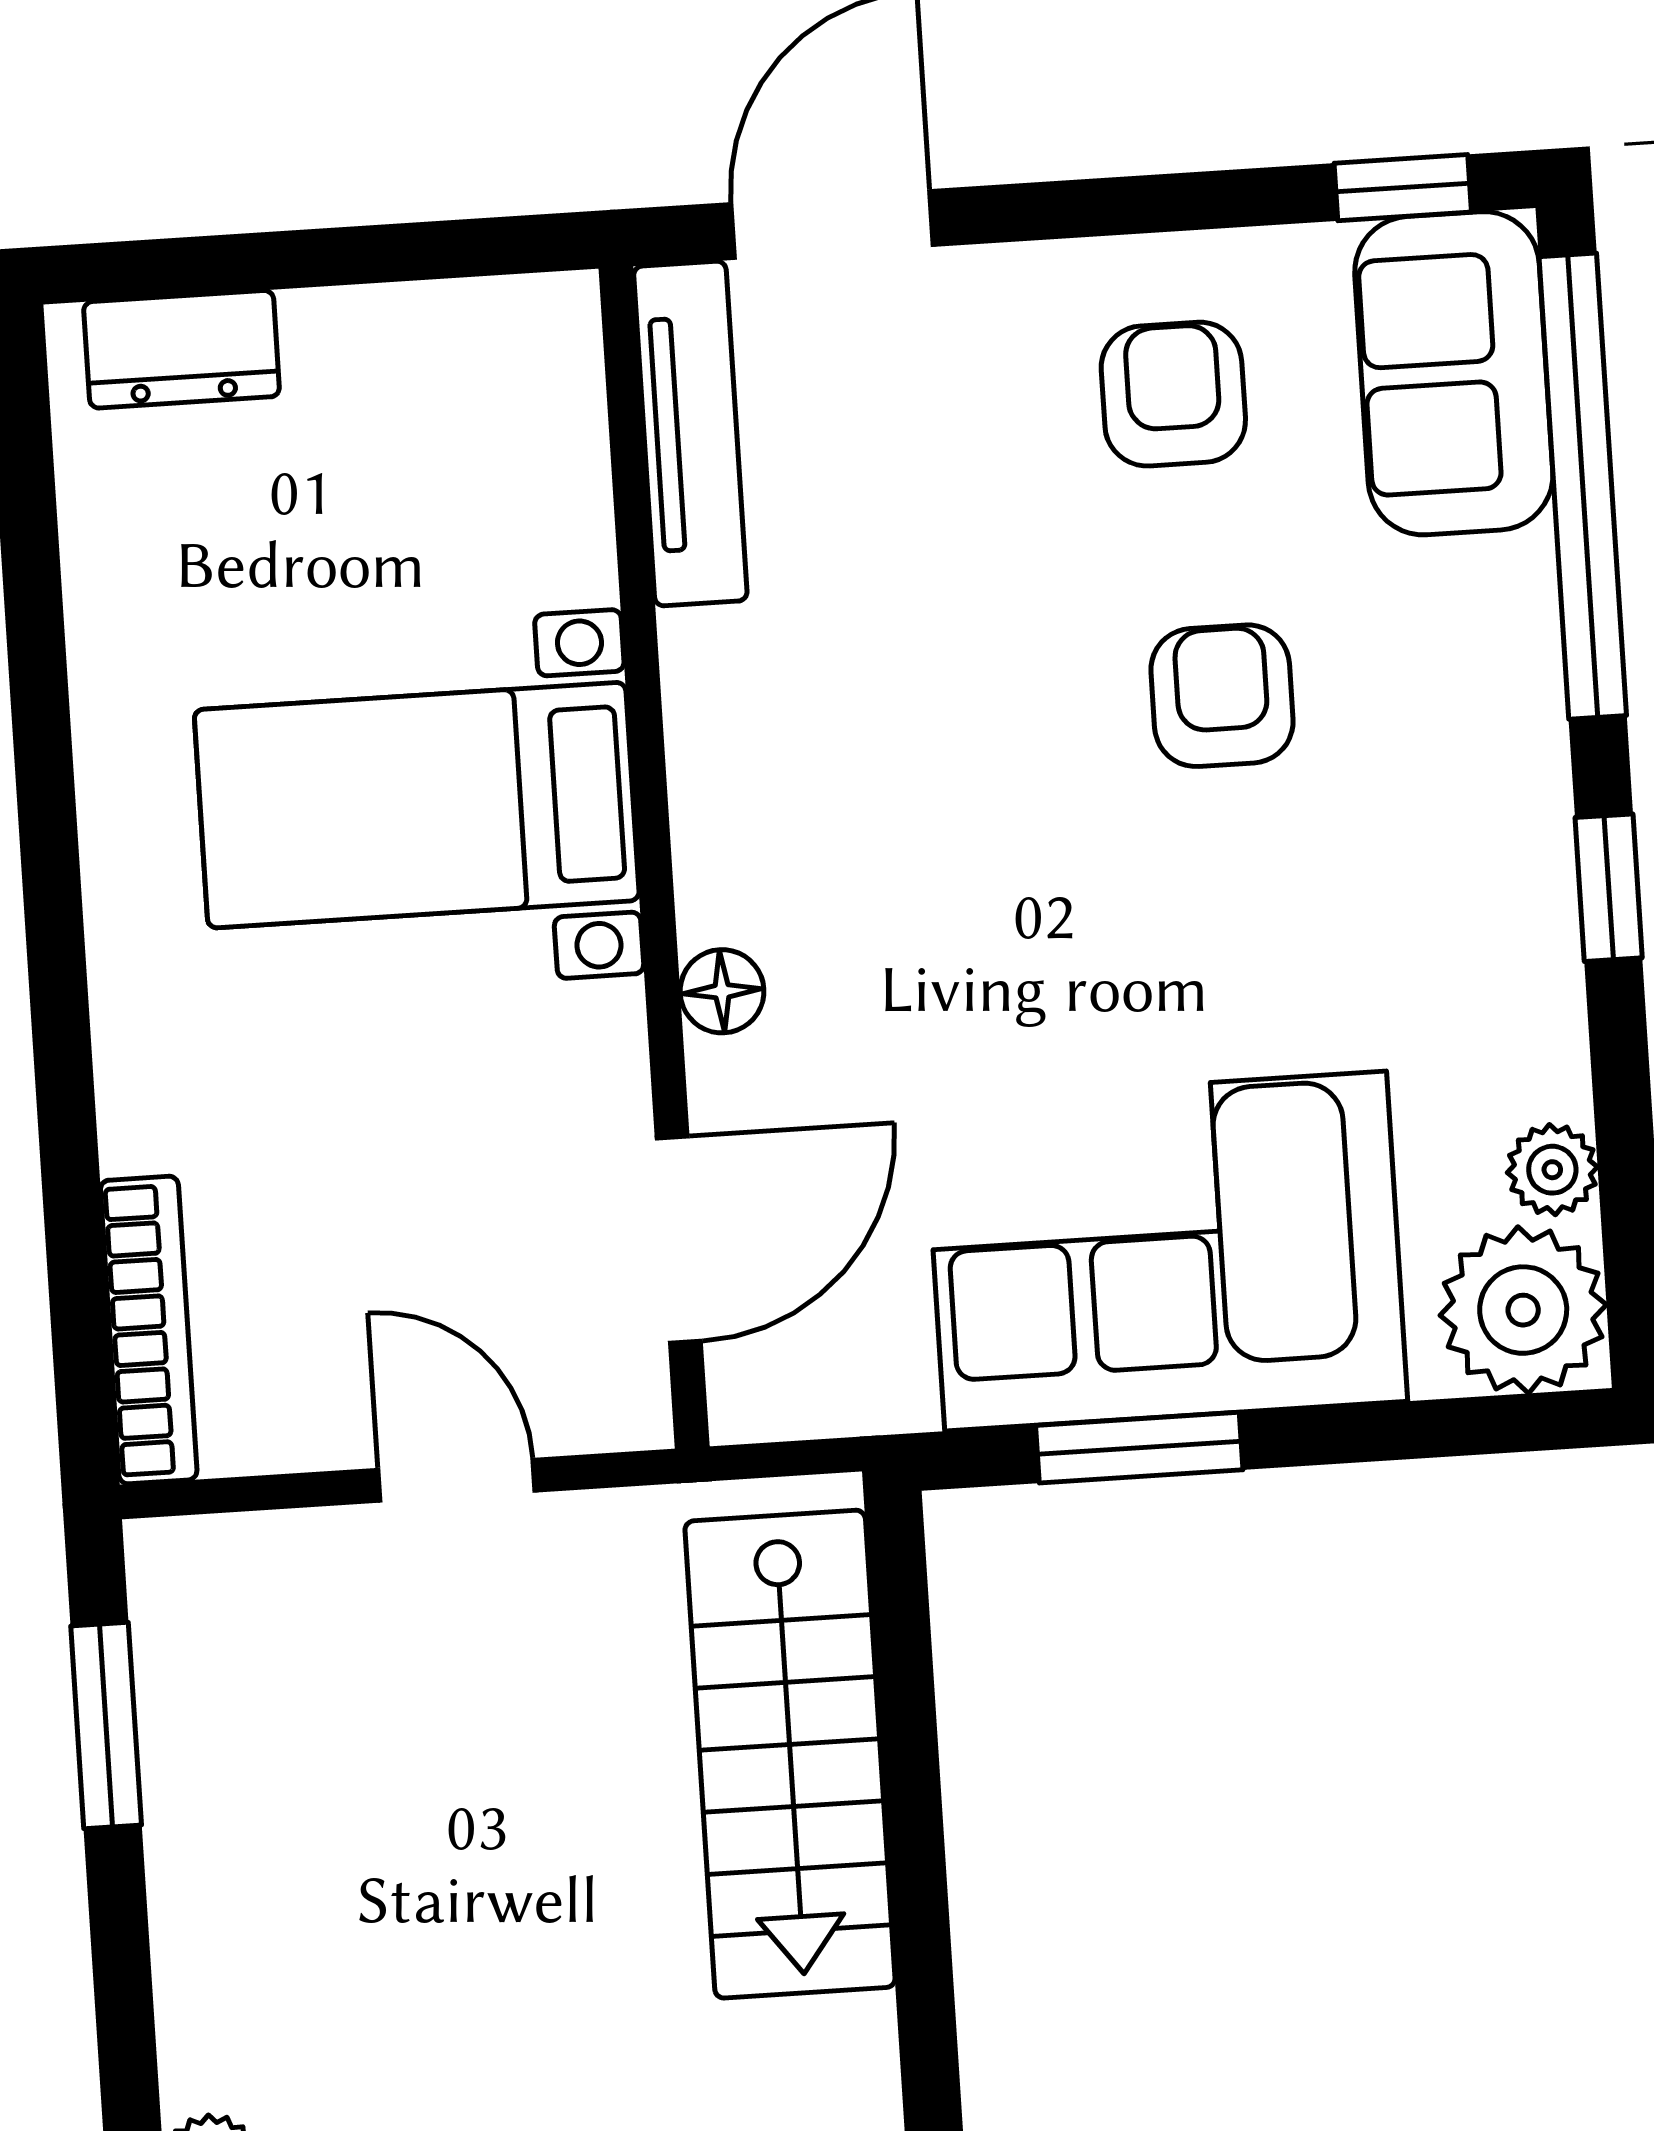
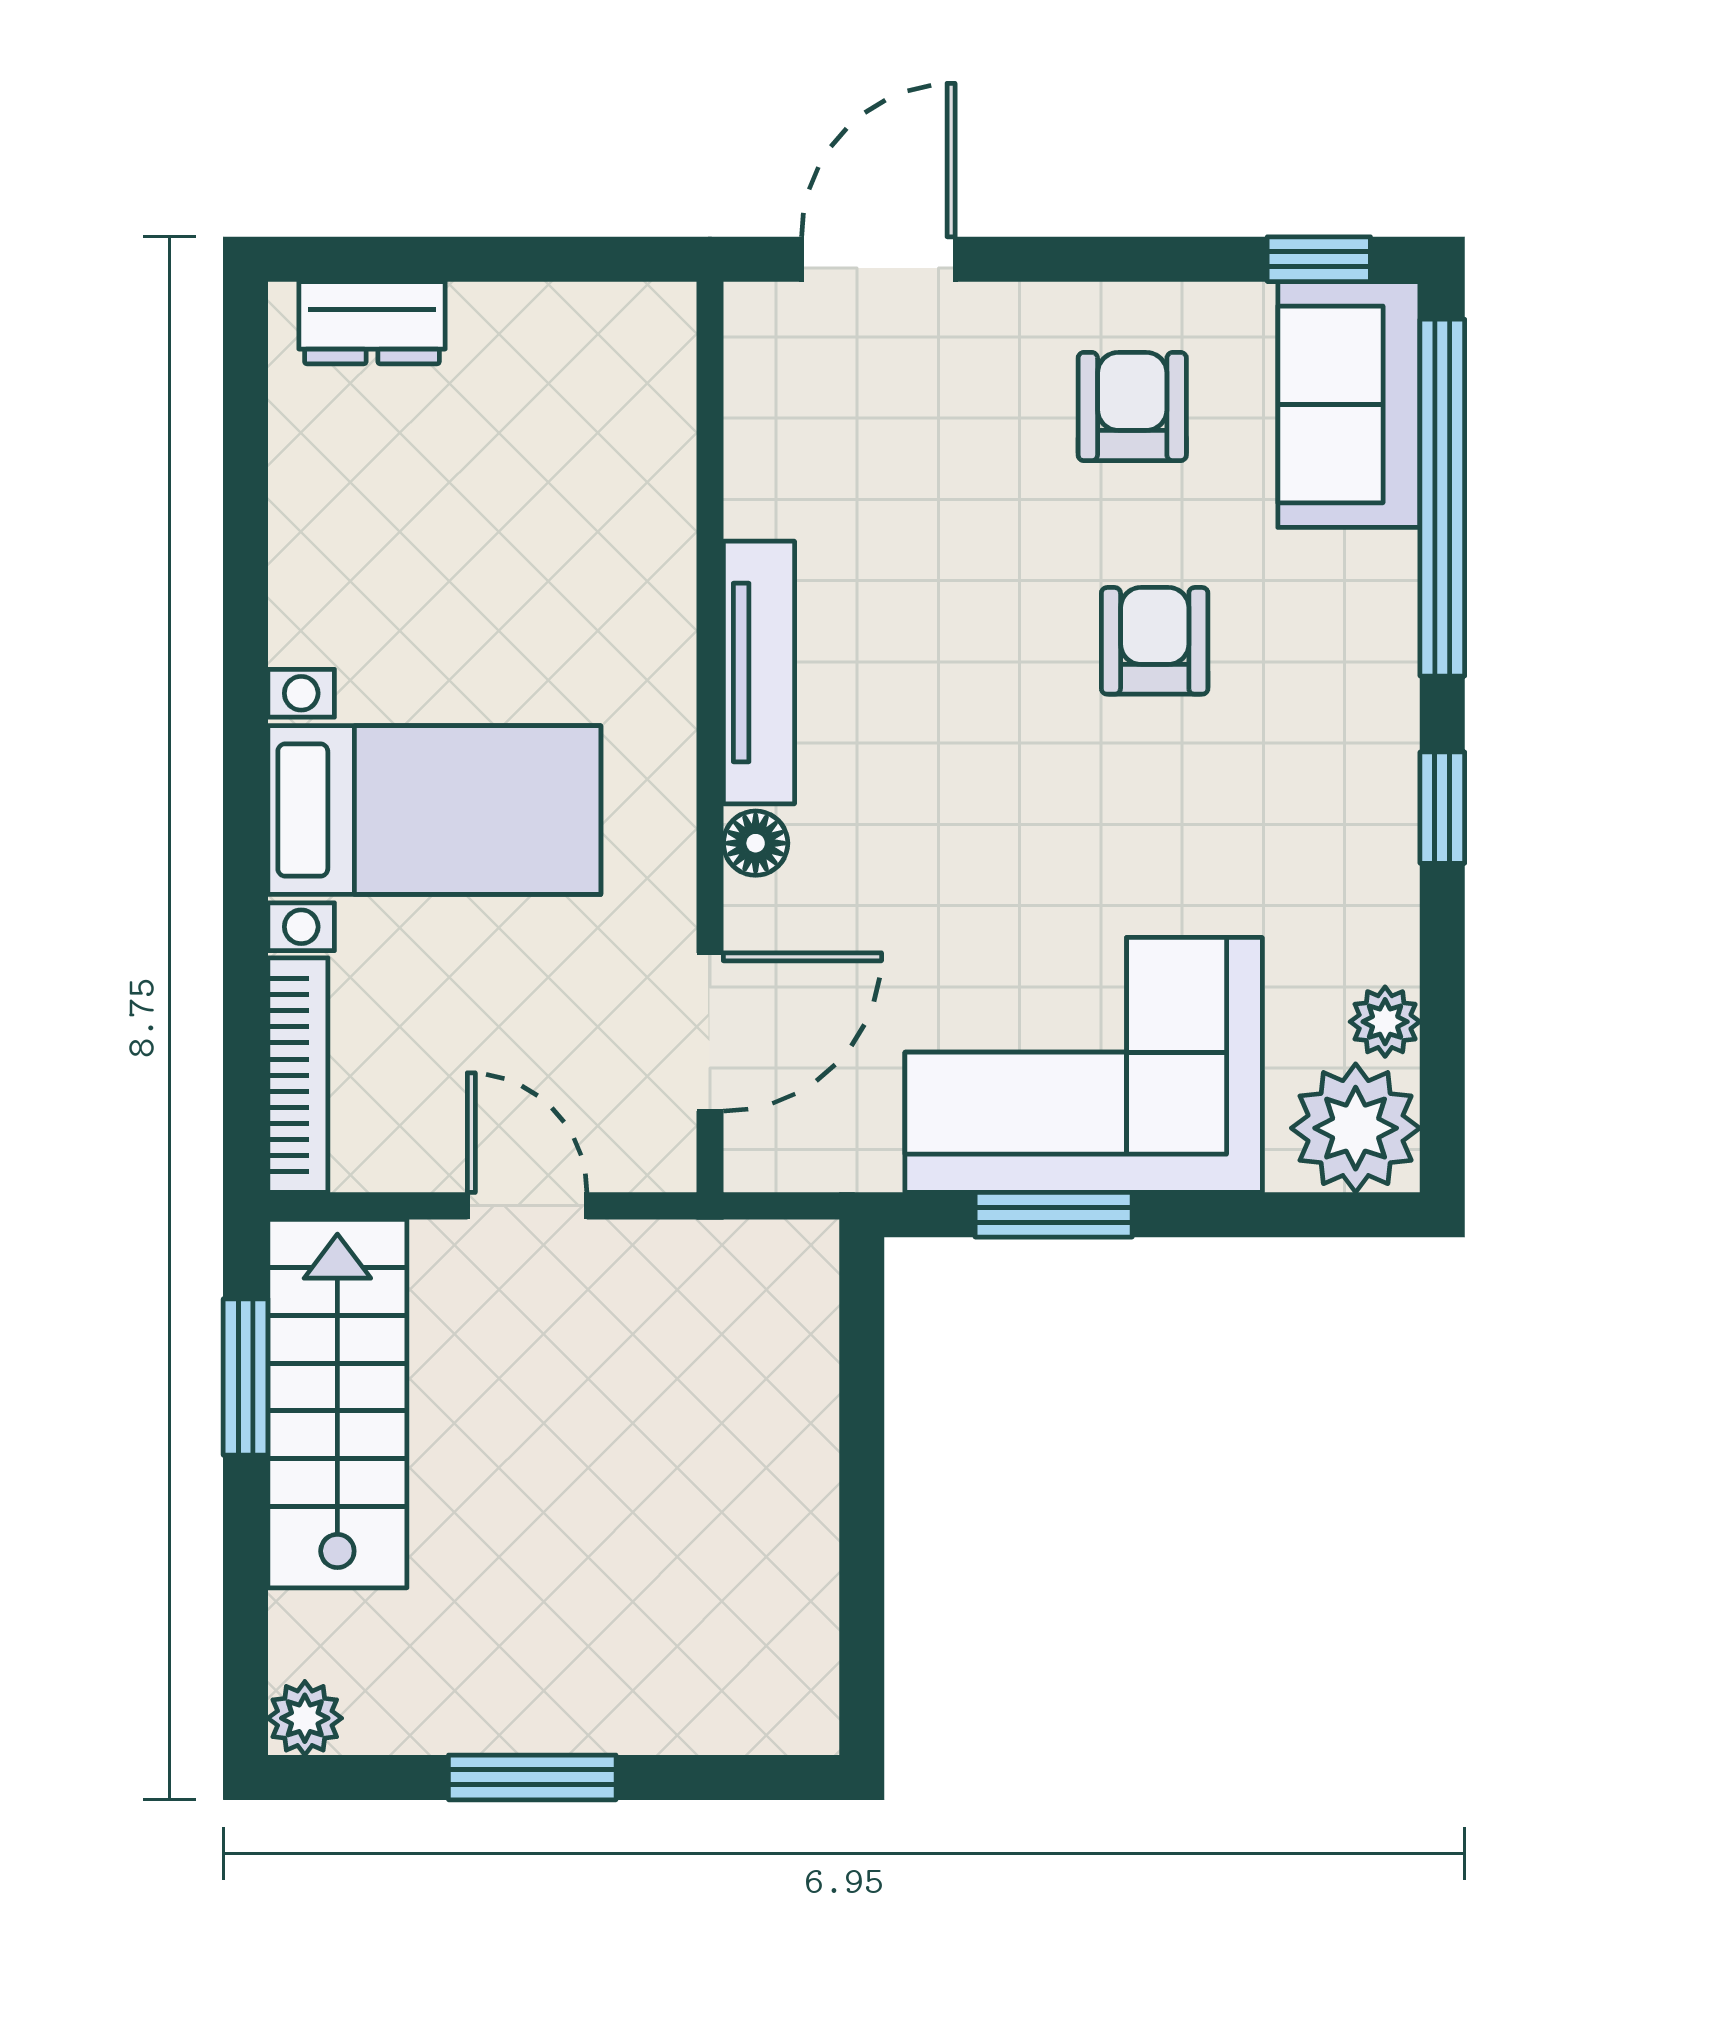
tv unit: (690, 434) -> (759, 673), moved
bed with nightstands: (417, 805) -> (434, 810), moved, turned 180
stairs: (790, 1754) -> (337, 1404), moved, turned 180

